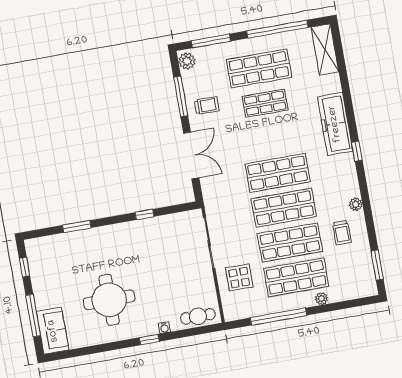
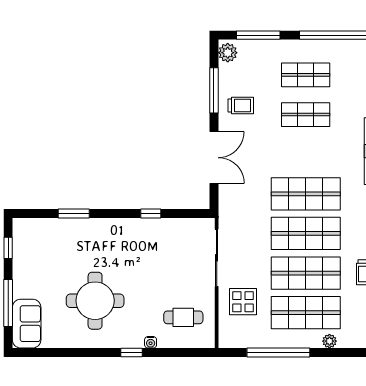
shop shelf: (259, 68) -> (306, 75), width x0.70, depth x0.74
cafe table: (198, 316) -> (183, 317), moved

